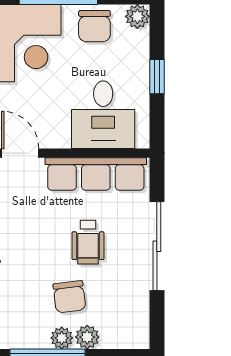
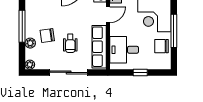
plant: (137, 16) -> (166, 64), removed
wheelchair: (88, 242) -> (70, 43), turned -90
plant: (62, 338) -> (30, 65), moved

